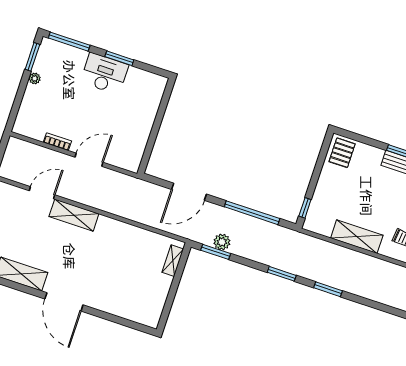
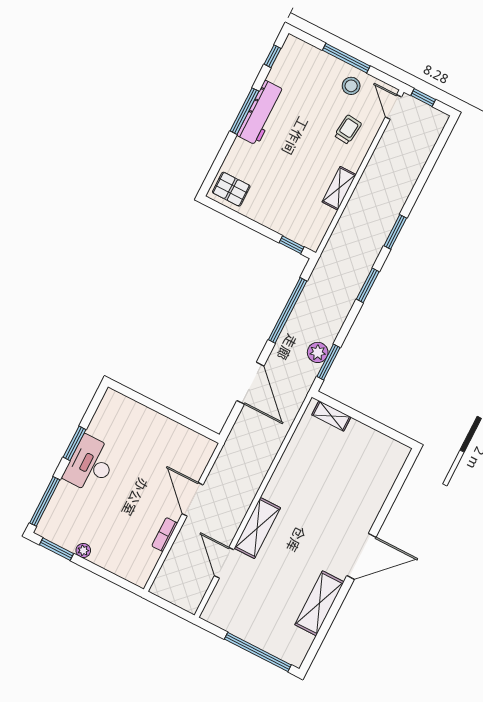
shelving: (357, 237) -> (339, 188), width x0.67, depth x0.75

